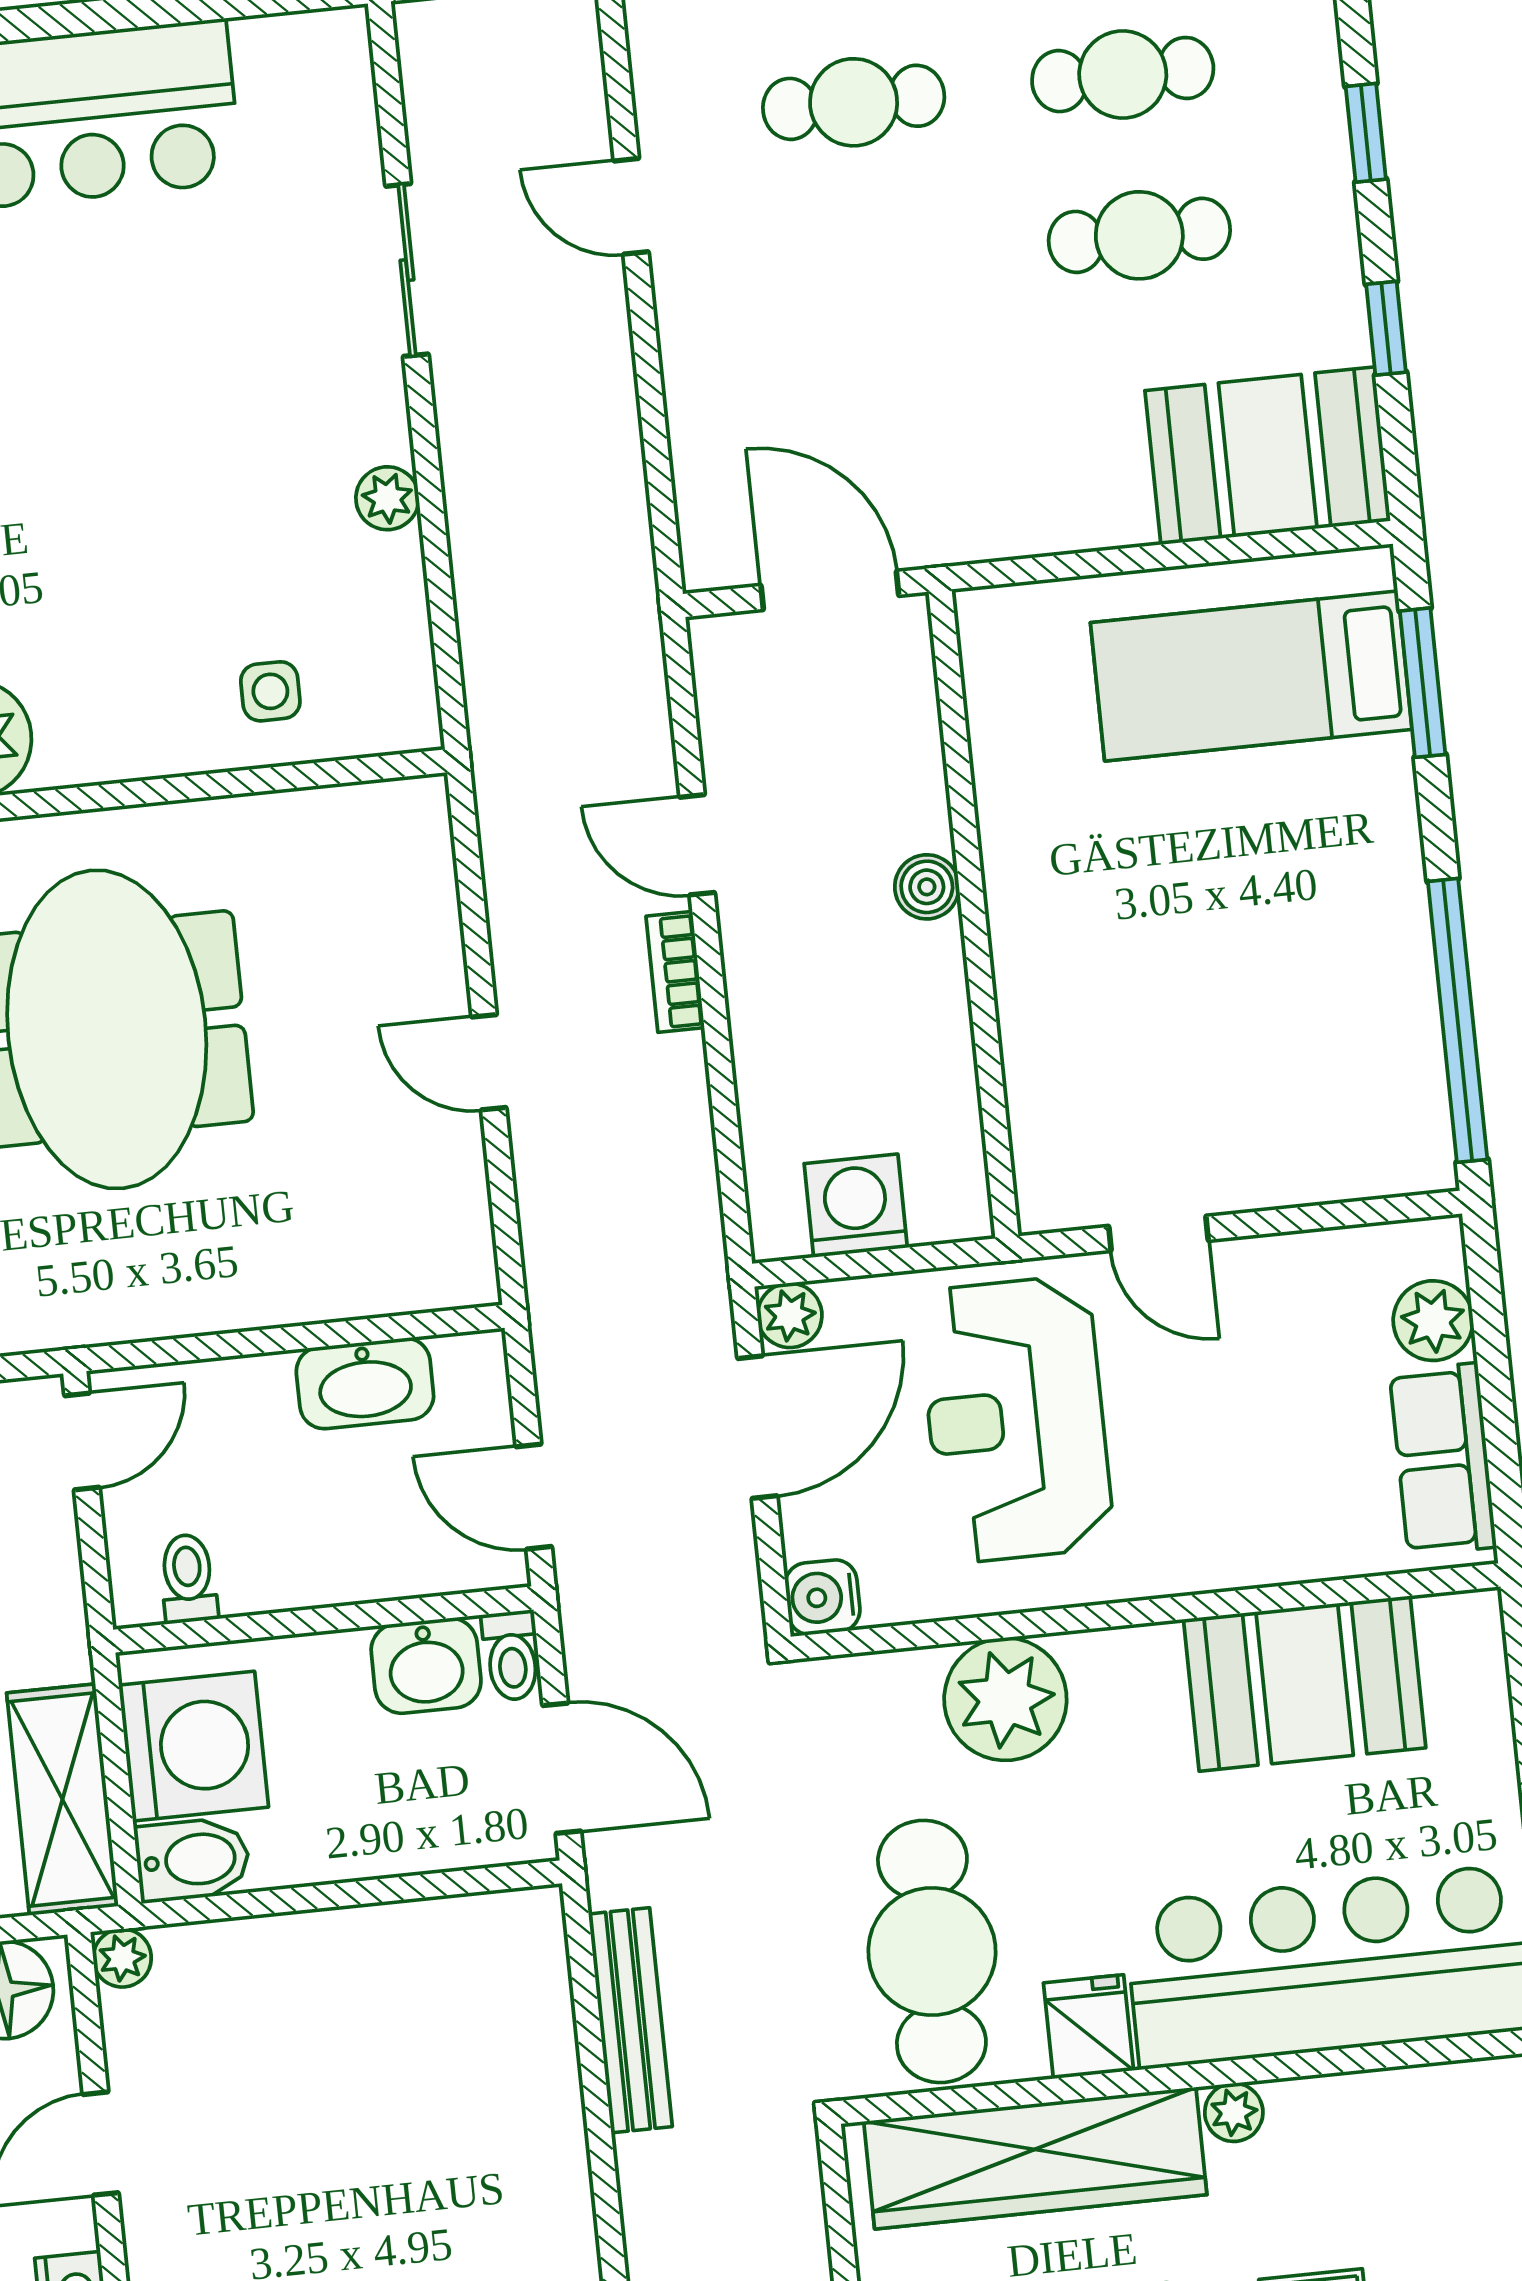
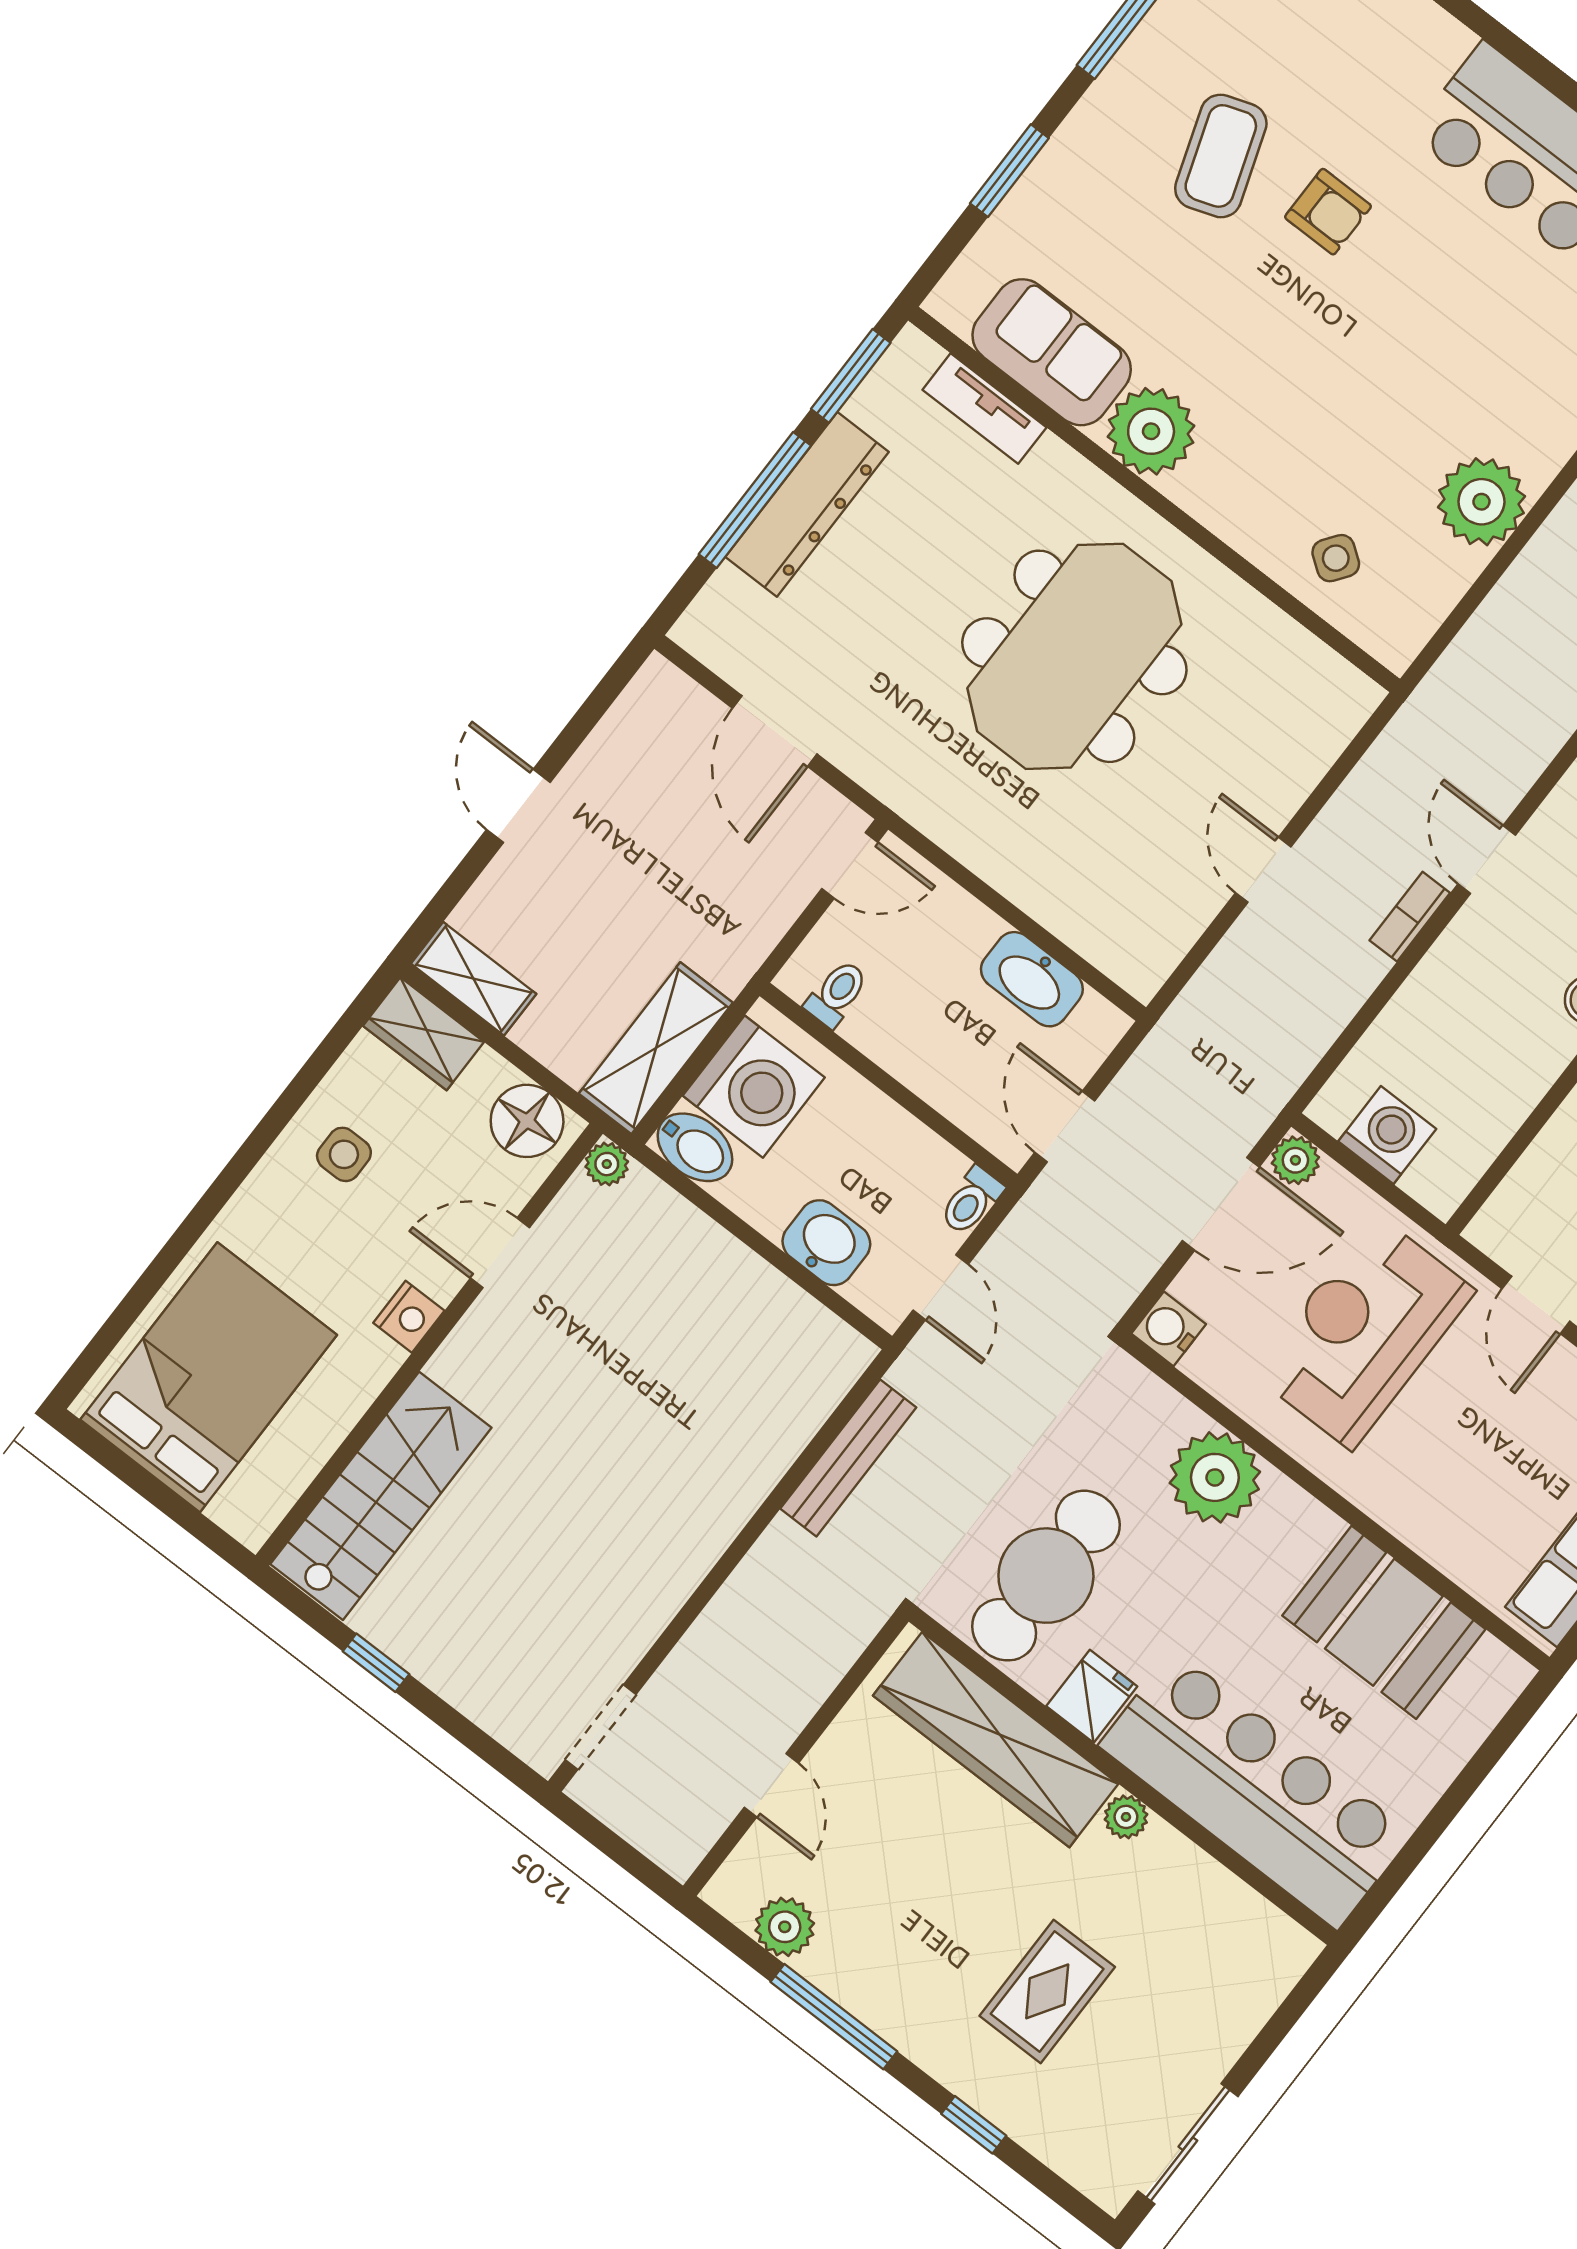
plant: (387, 498) -> (1481, 502), width x1.88, depth x1.88
side table: (270, 691) -> (1336, 558), turned 36
washbasin: (426, 1666) -> (826, 1243), moved, turned 180
door: (562, 1768) -> (941, 1287), width x0.73

